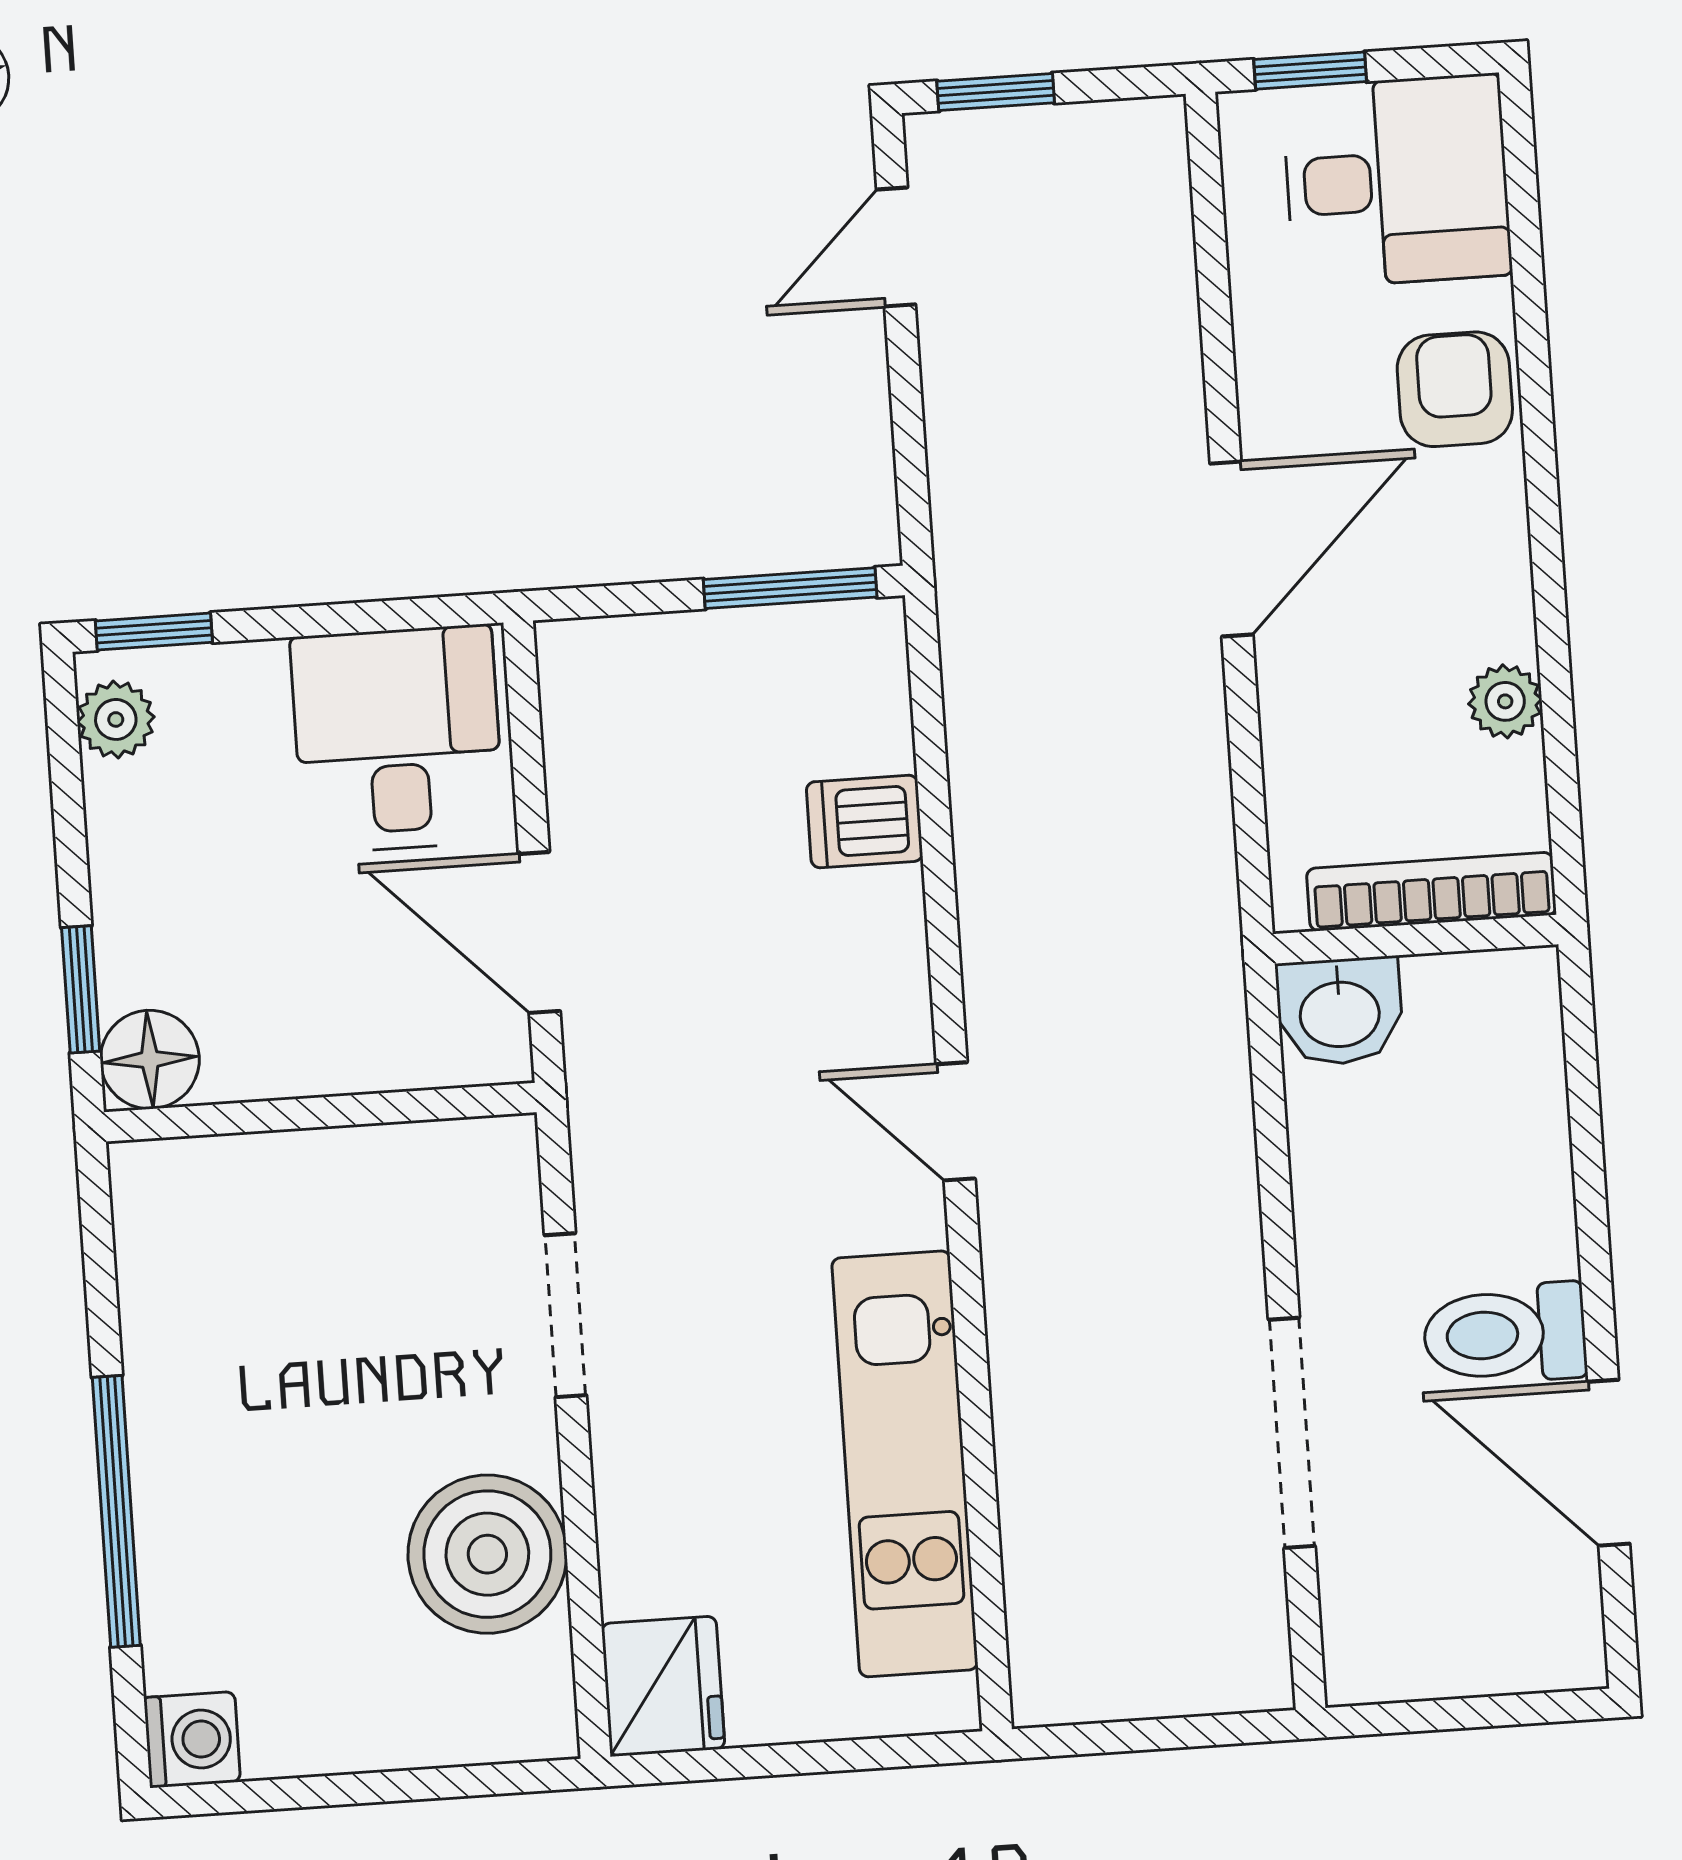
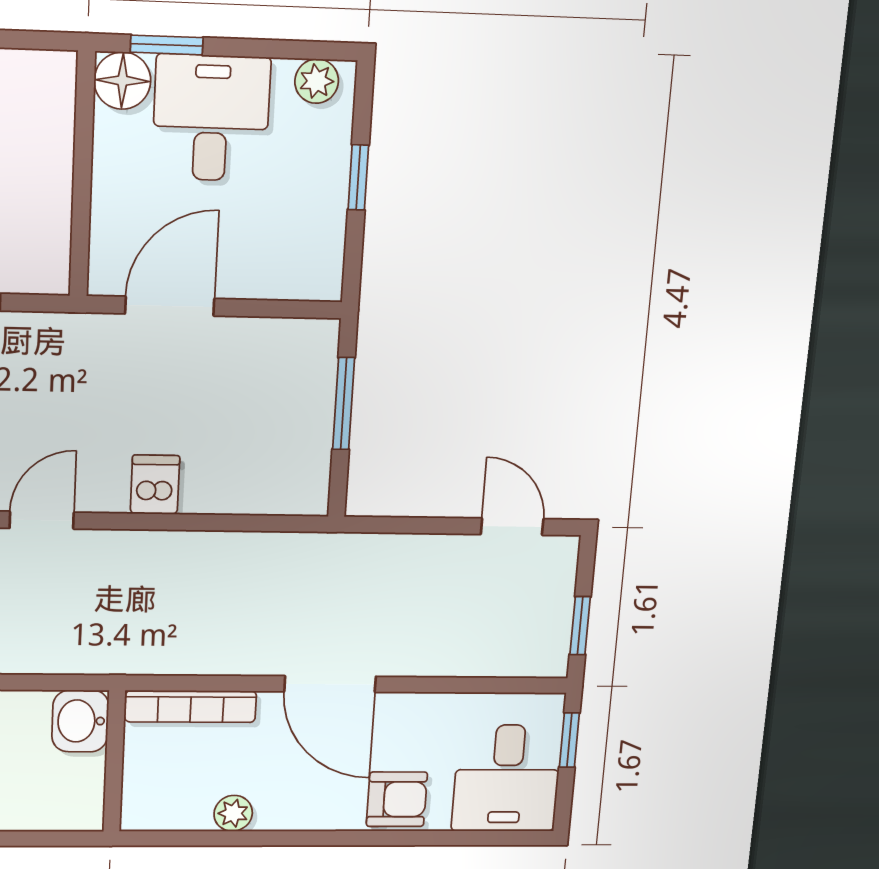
window: (996, 92) -> (580, 626), moved
window: (790, 588) -> (344, 404), moved
window: (154, 632) -> (358, 177), moved
desk: (398, 739) -> (211, 118), moved, turned -90
dishwasher: (865, 822) -> (155, 485), moved
bookcase: (1431, 892) -> (191, 706), moved, turned 90

